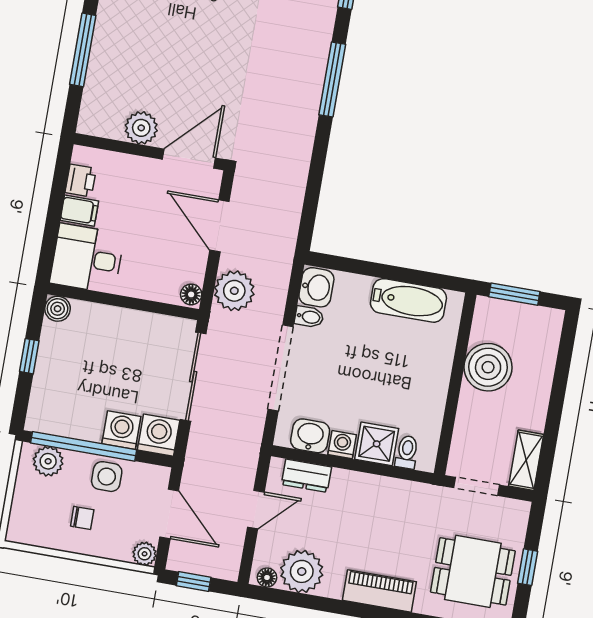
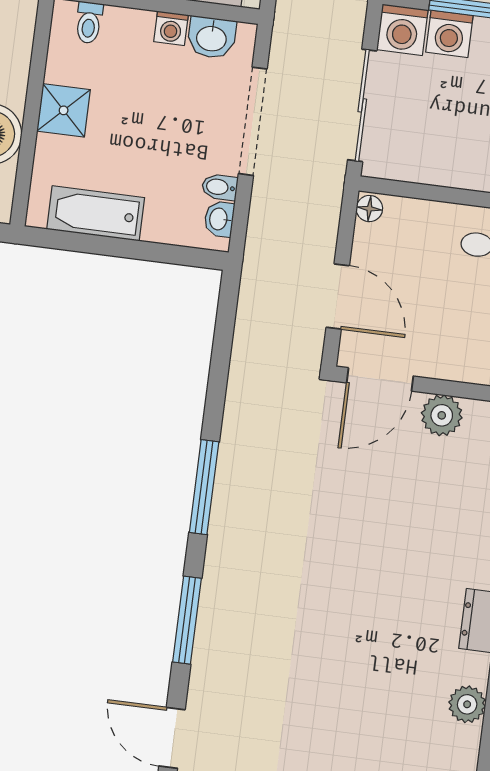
washbasin: (316, 287) -> (219, 219), width x0.72, depth x0.69
plant: (234, 291) -> (315, 216), removed
shower: (377, 444) -> (64, 110), moved

